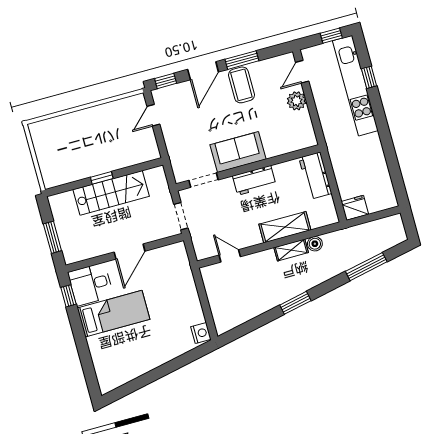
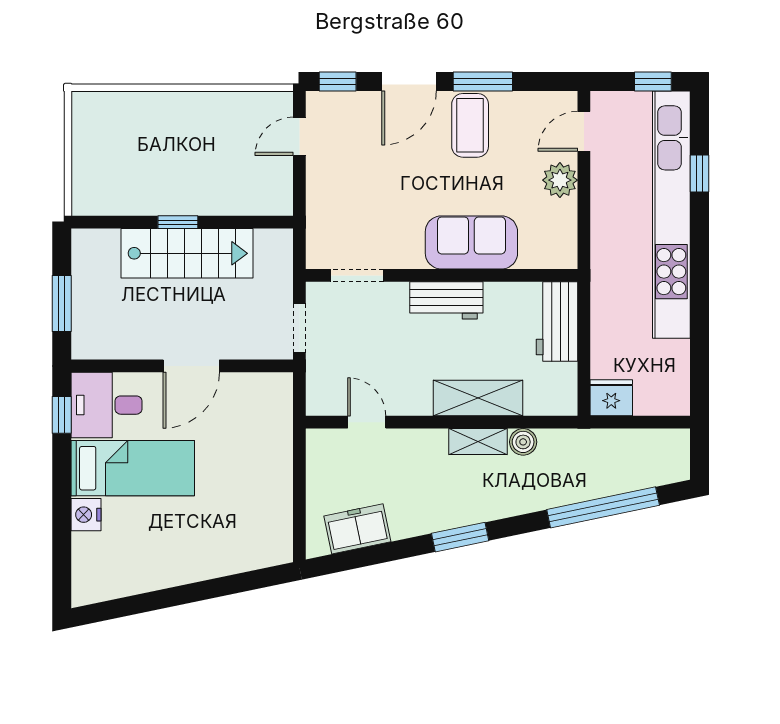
kitchen unit: (355, 86) -> (671, 215), width x1.36
sofa: (238, 152) -> (471, 242), moved
window: (366, 267) -> (603, 507), width x1.46
freezer: (240, 313) -> (357, 529), added
nightstand: (201, 333) -> (86, 515), moved, turned 180

